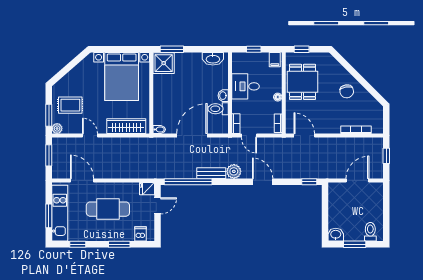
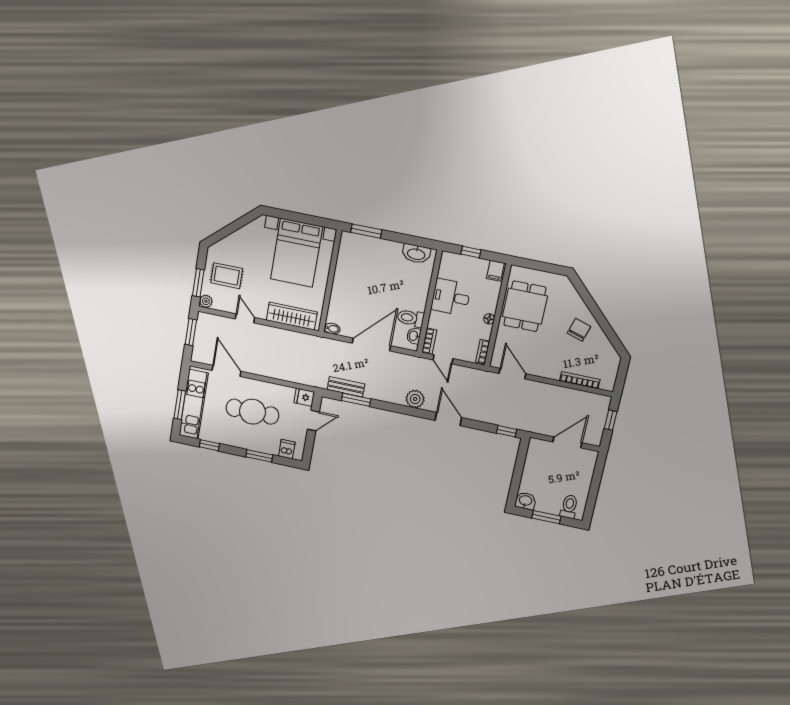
window: (302, 49) -> (533, 265), removed
shower: (164, 63) -> (353, 247), removed
chair: (347, 91) -> (579, 330), turned -153
washbasin: (223, 96) -> (414, 336), moved
bench: (211, 173) -> (346, 387), moved
window: (188, 182) -> (356, 400), width x0.47

